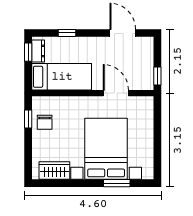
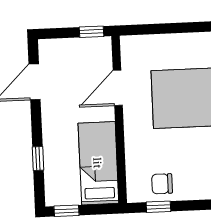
dresser: (38, 51) -> (64, 197), removed
chair: (45, 122) -> (162, 184), turned 180

